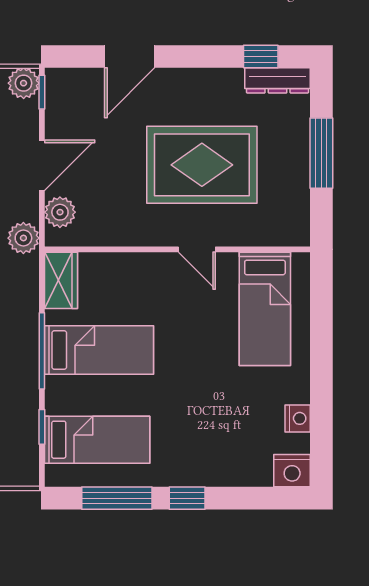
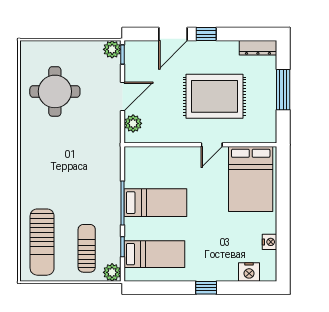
window: (261, 56) -> (206, 34), moved
plant: (23, 238) -> (112, 272), moved
door: (197, 249) -> (212, 145), hinge flipped
wardrobe: (61, 280) -> (134, 163), removed
bed: (265, 309) -> (251, 179), width x1.50
nightstand: (292, 471) -> (249, 272), moved
window: (117, 498) -> (166, 288), removed

